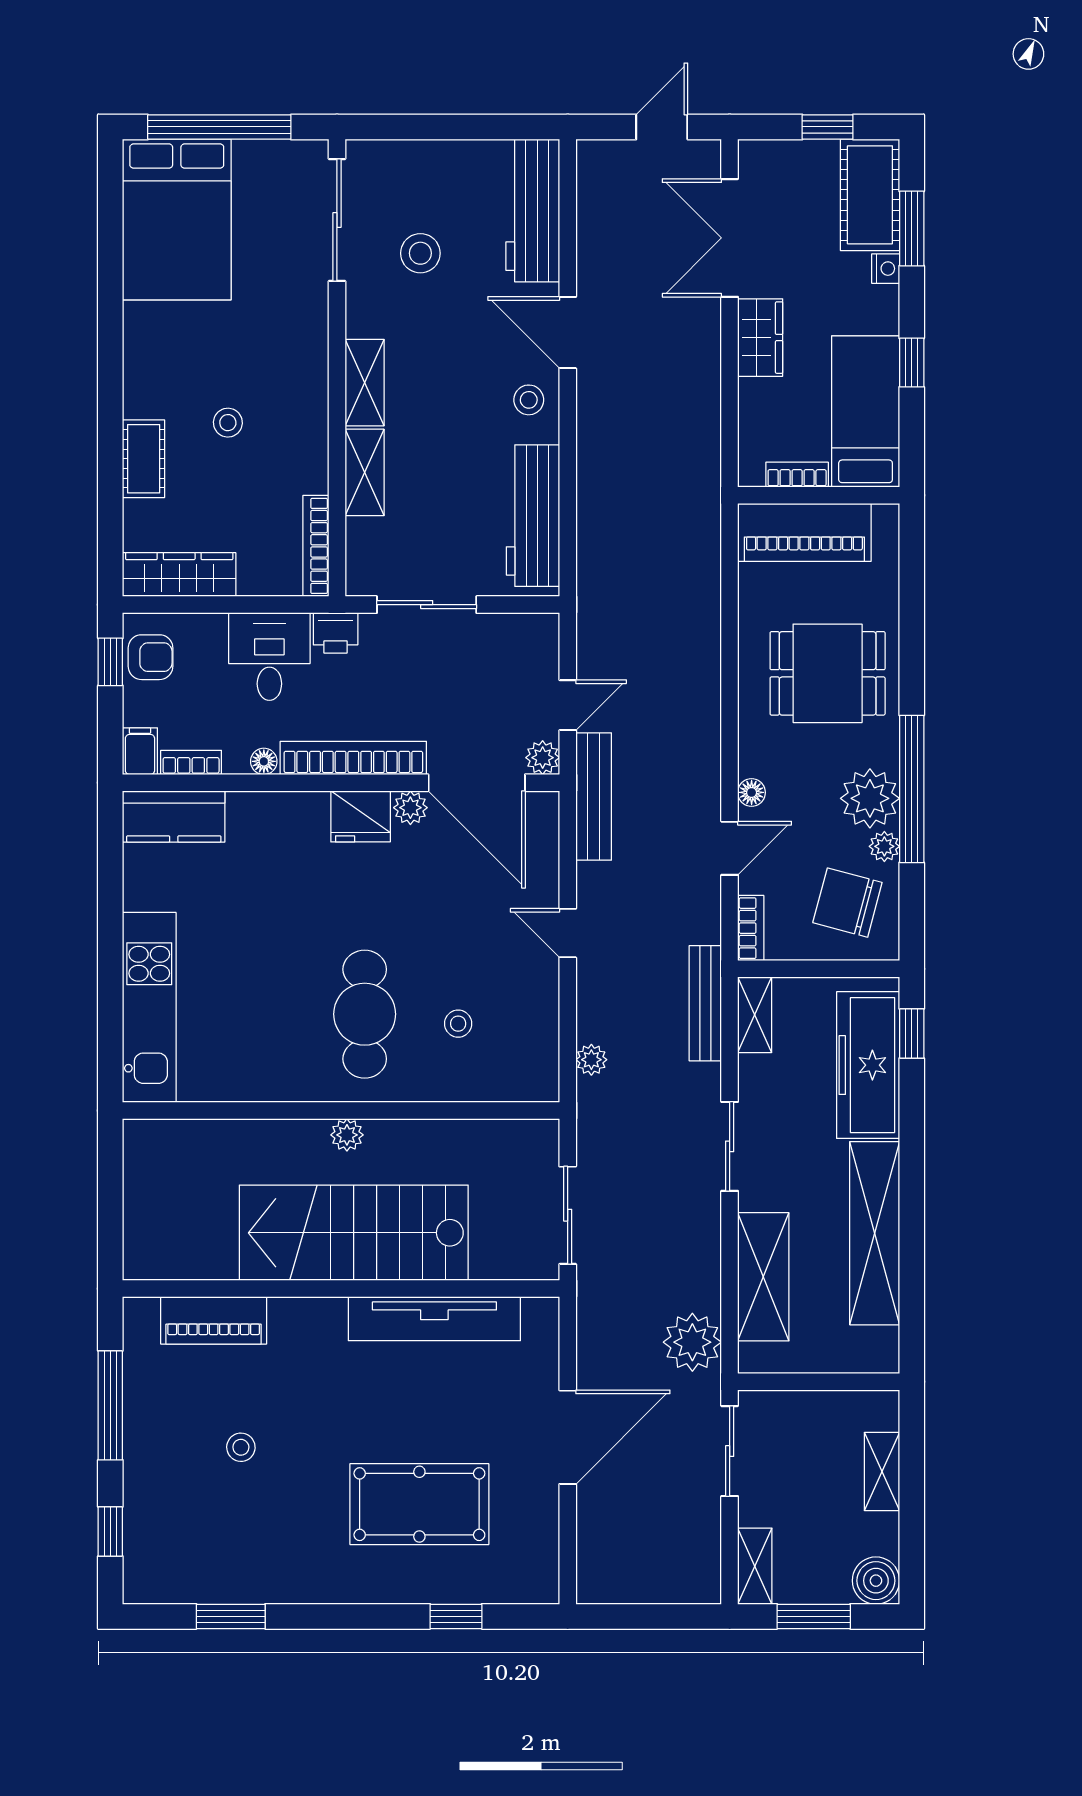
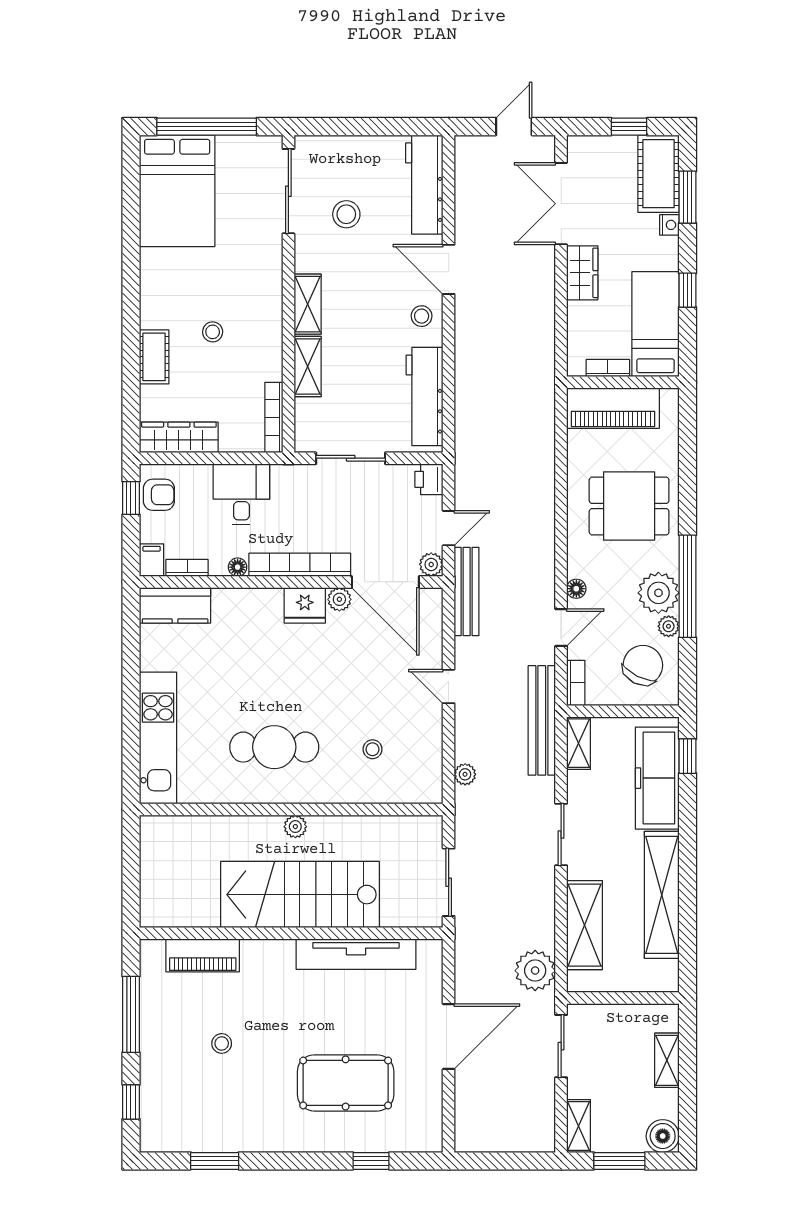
printer: (336, 633) -> (429, 479), moved, turned 90
chair: (847, 903) -> (643, 665), turned 102
bench: (705, 1003) -> (542, 720), width x1.37, depth x1.21
cafe table: (365, 1014) -> (274, 747), moved, turned 90

